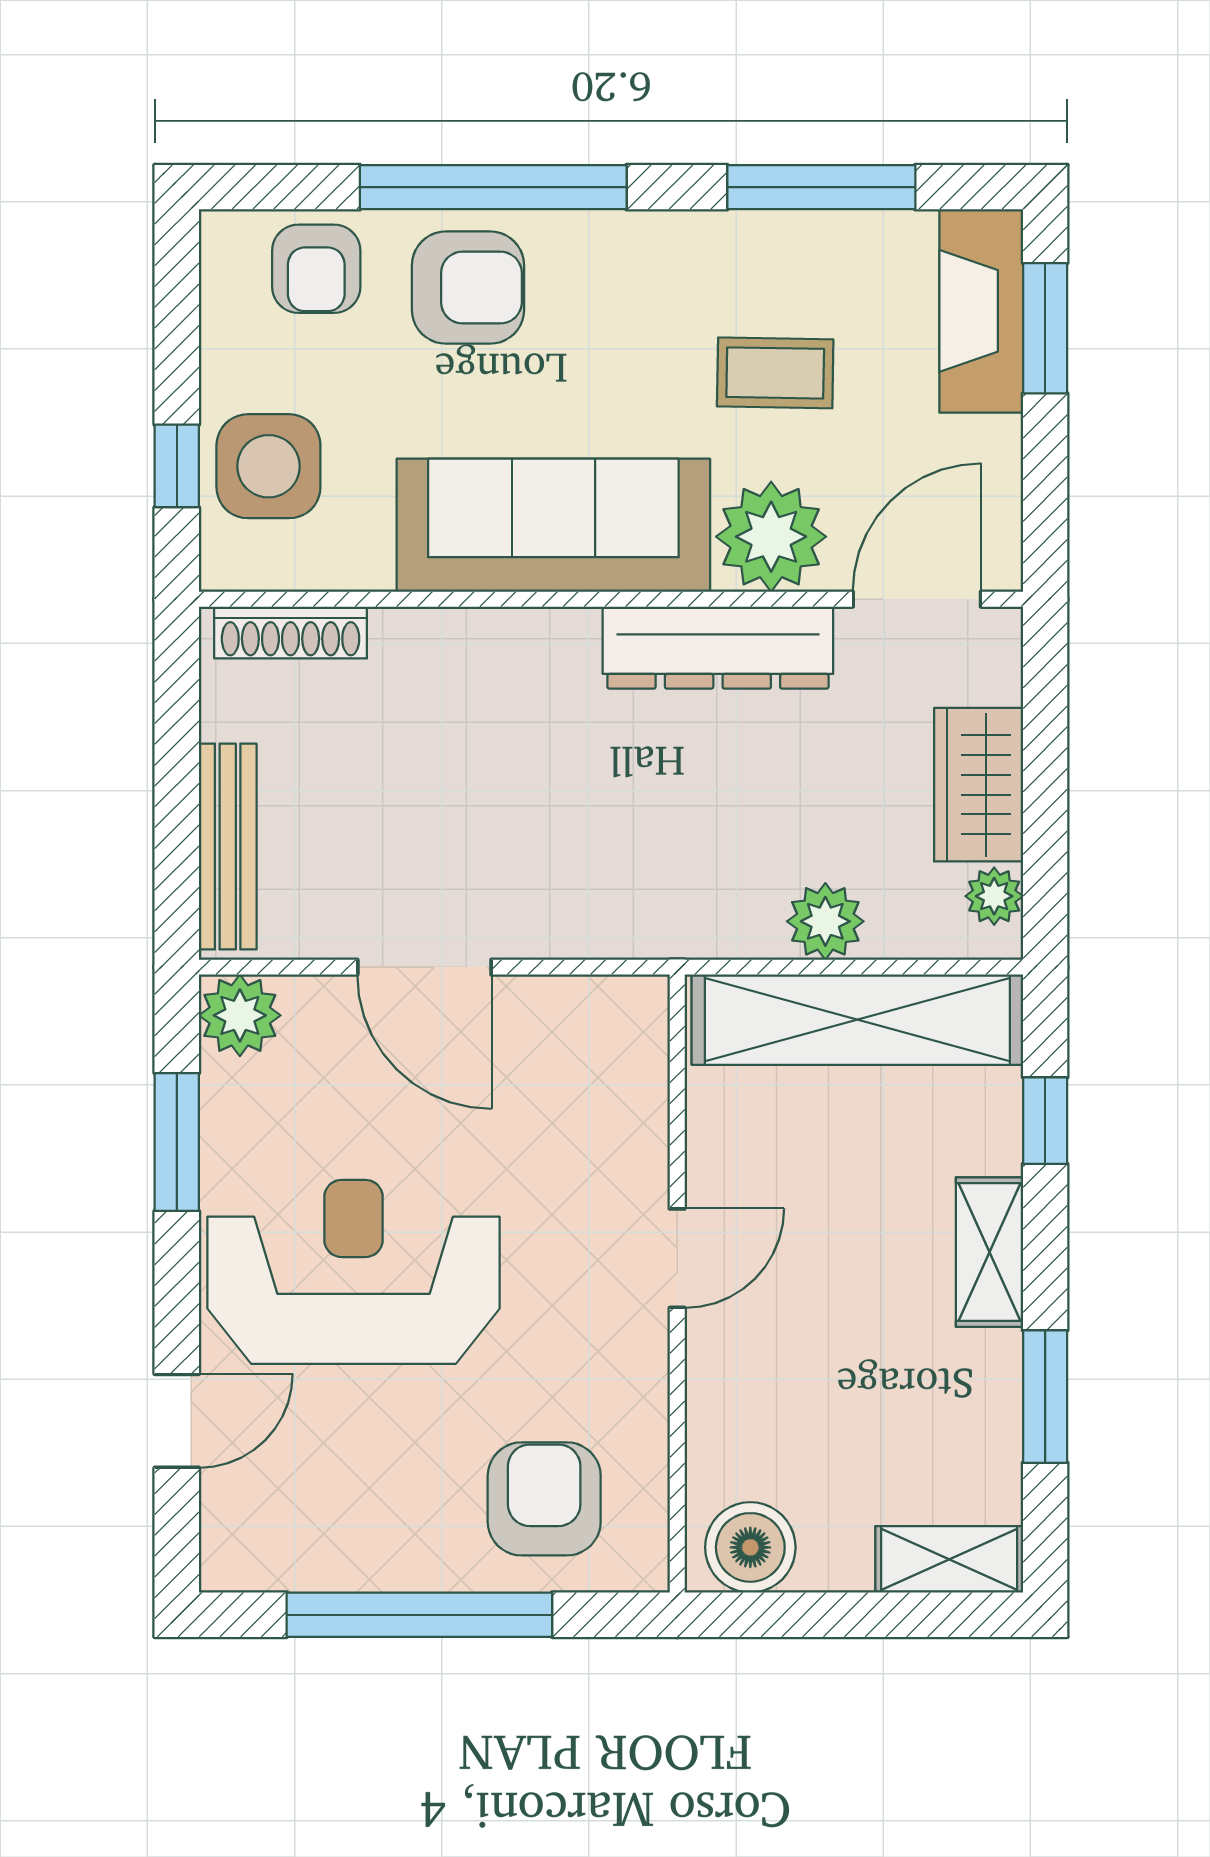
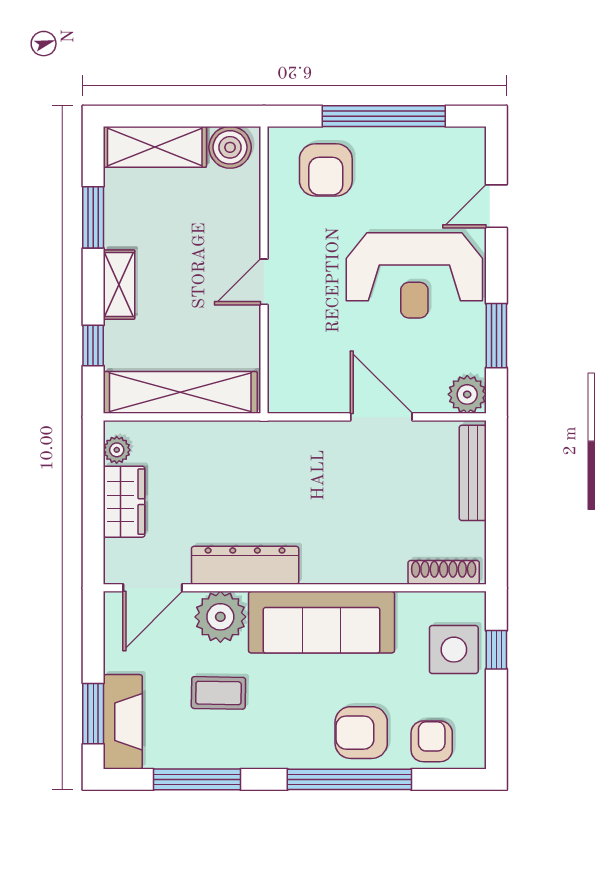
plant: (825, 921) -> (195, 438), removed
shelving: (949, 1559) -> (155, 147), width x1.50, depth x1.33

